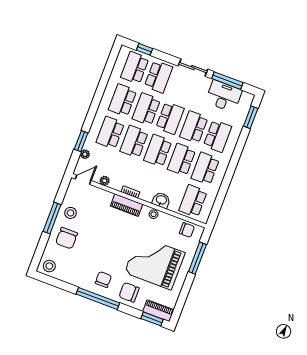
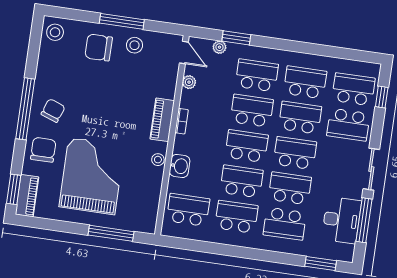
school desk: (170, 118) -> (295, 153), turned 180
chair: (187, 230) -> (146, 210), removed
chair: (103, 279) -> (53, 111), turned -70

